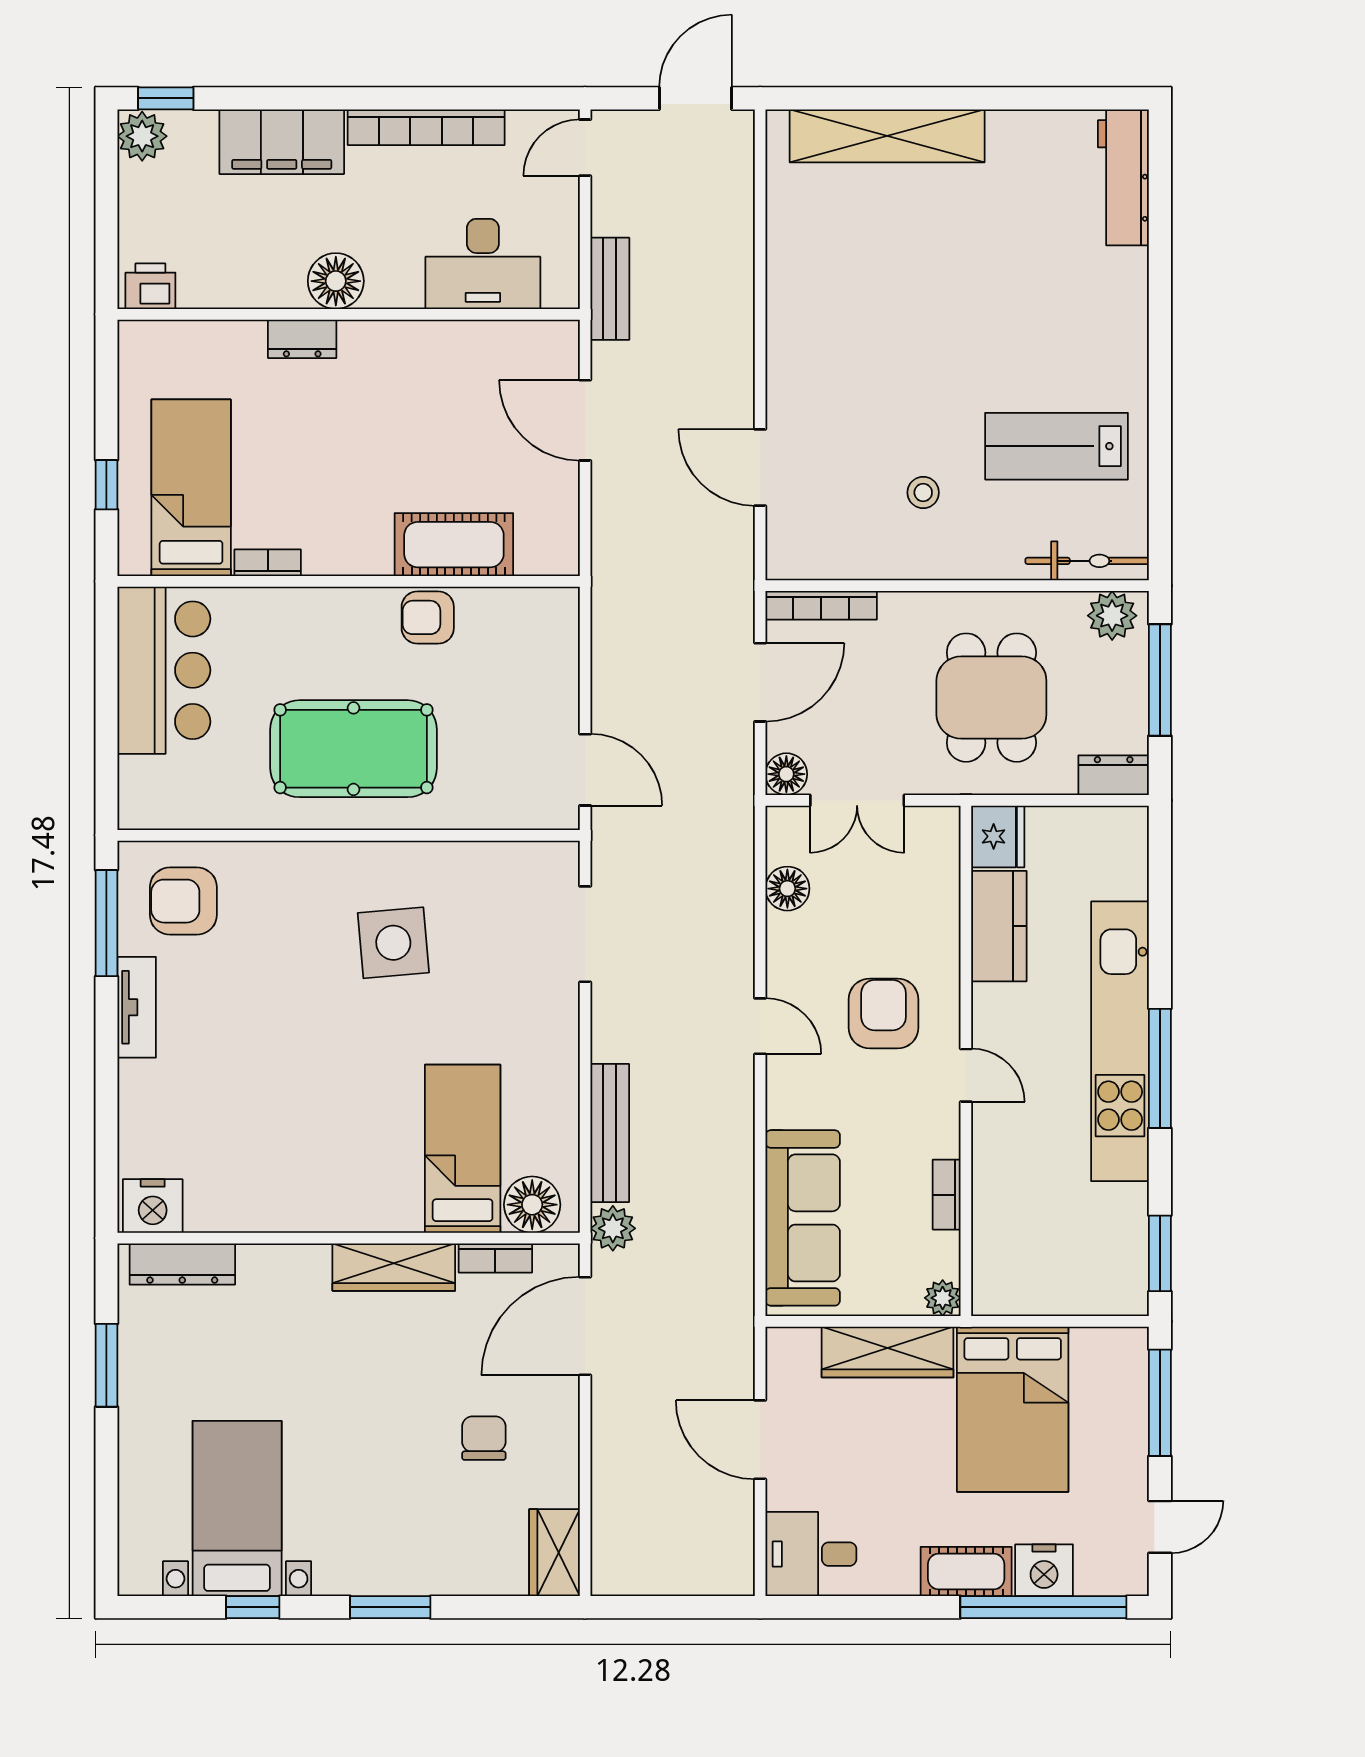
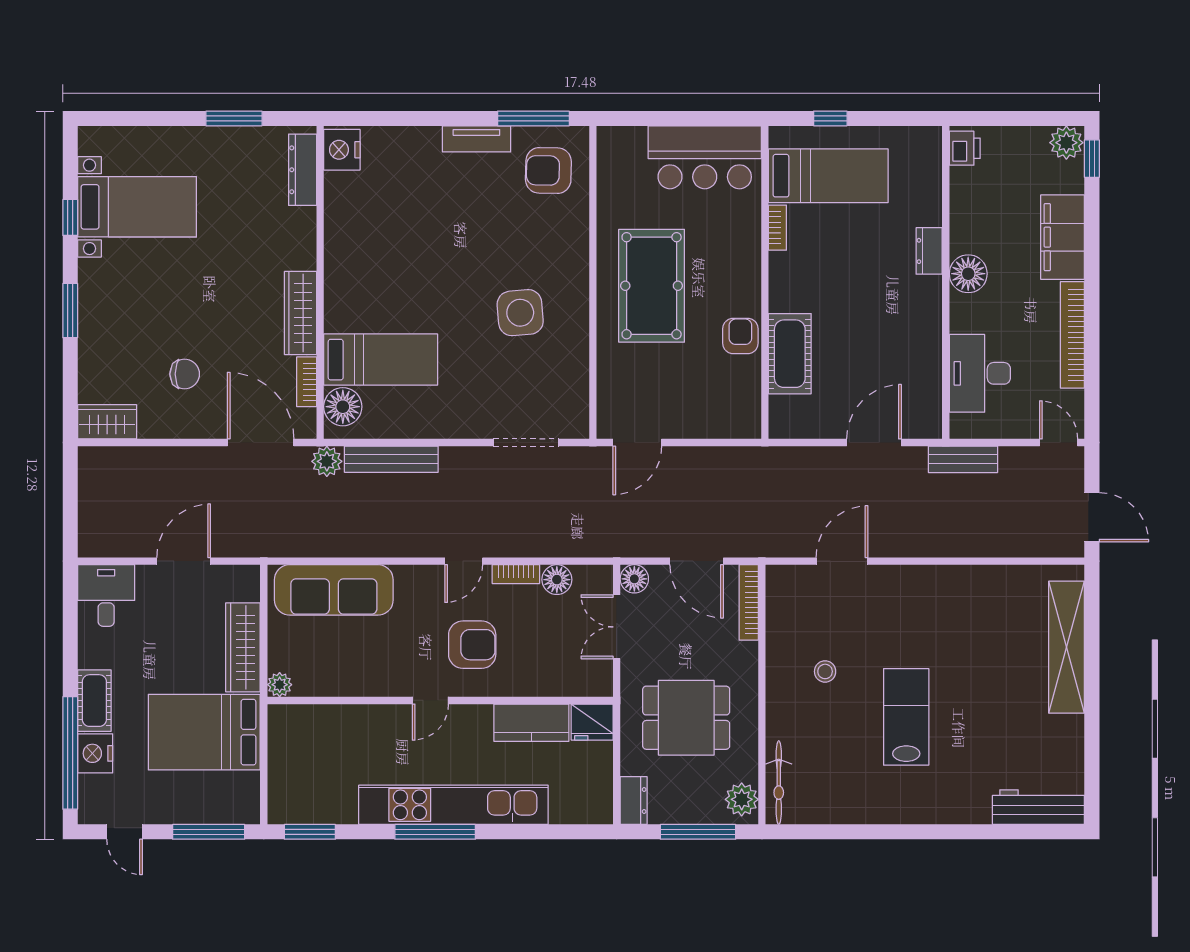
lab bench: (1057, 446) -> (906, 717), moved
armchair: (183, 901) -> (548, 171), turned -89
bookcase: (947, 1195) -> (516, 574), moved, turned 180

